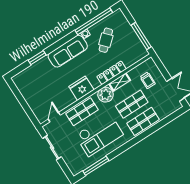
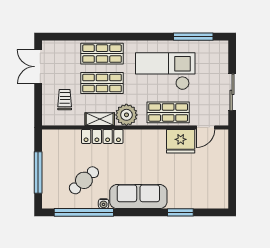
window: (141, 36) -> (38, 173), moved
fridge: (81, 88) -> (181, 141), moved

